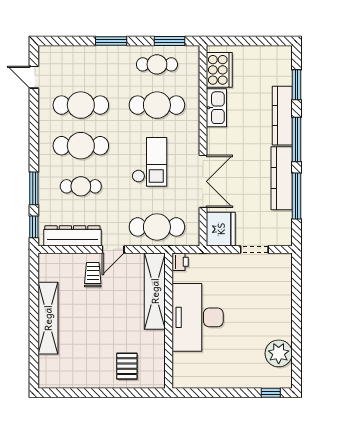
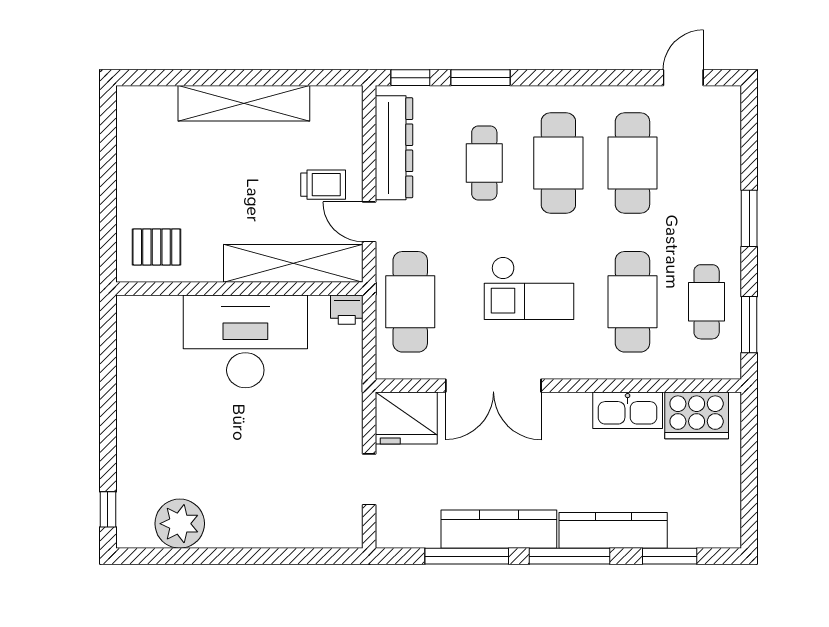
printer: (180, 262) -> (347, 310), moved
shelving: (155, 291) -> (293, 263), moved
desk: (198, 317) -> (245, 341), moved
wall: (169, 321) -> (239, 289), moved

